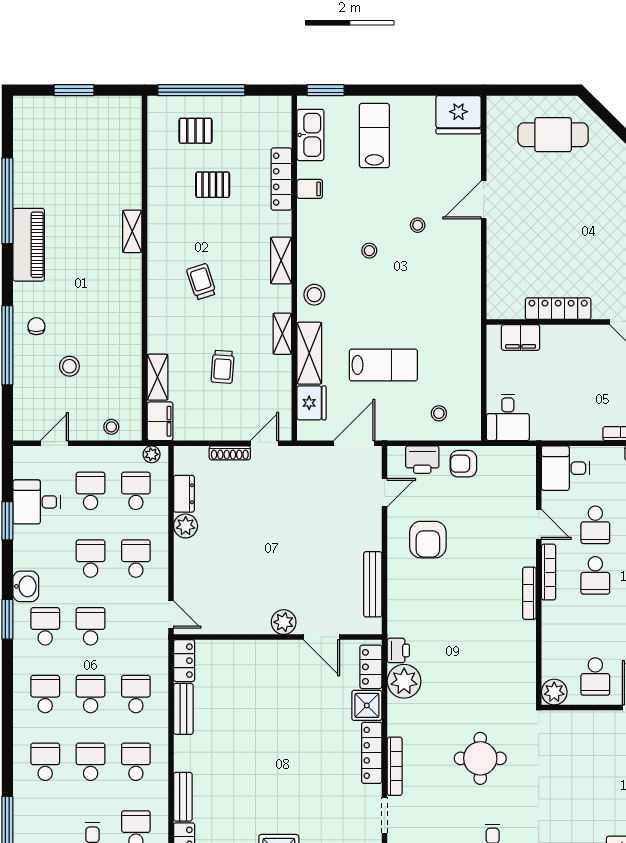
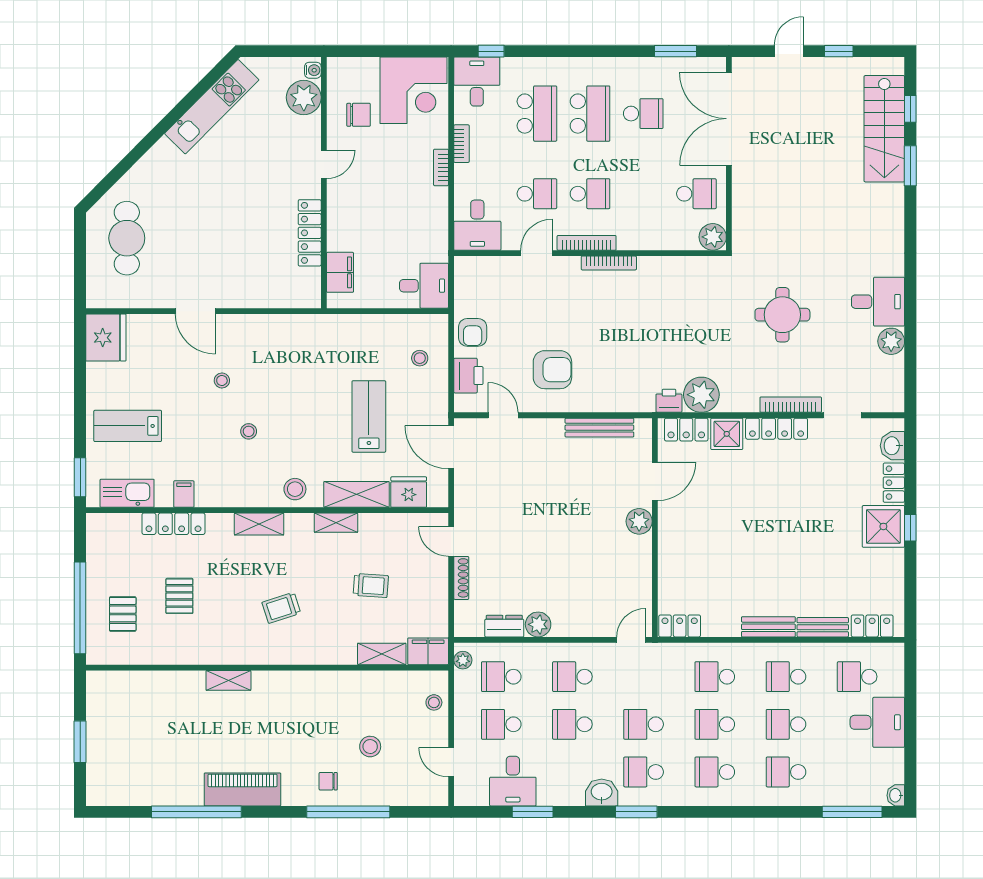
bench: (183, 709) -> (768, 627), moved

